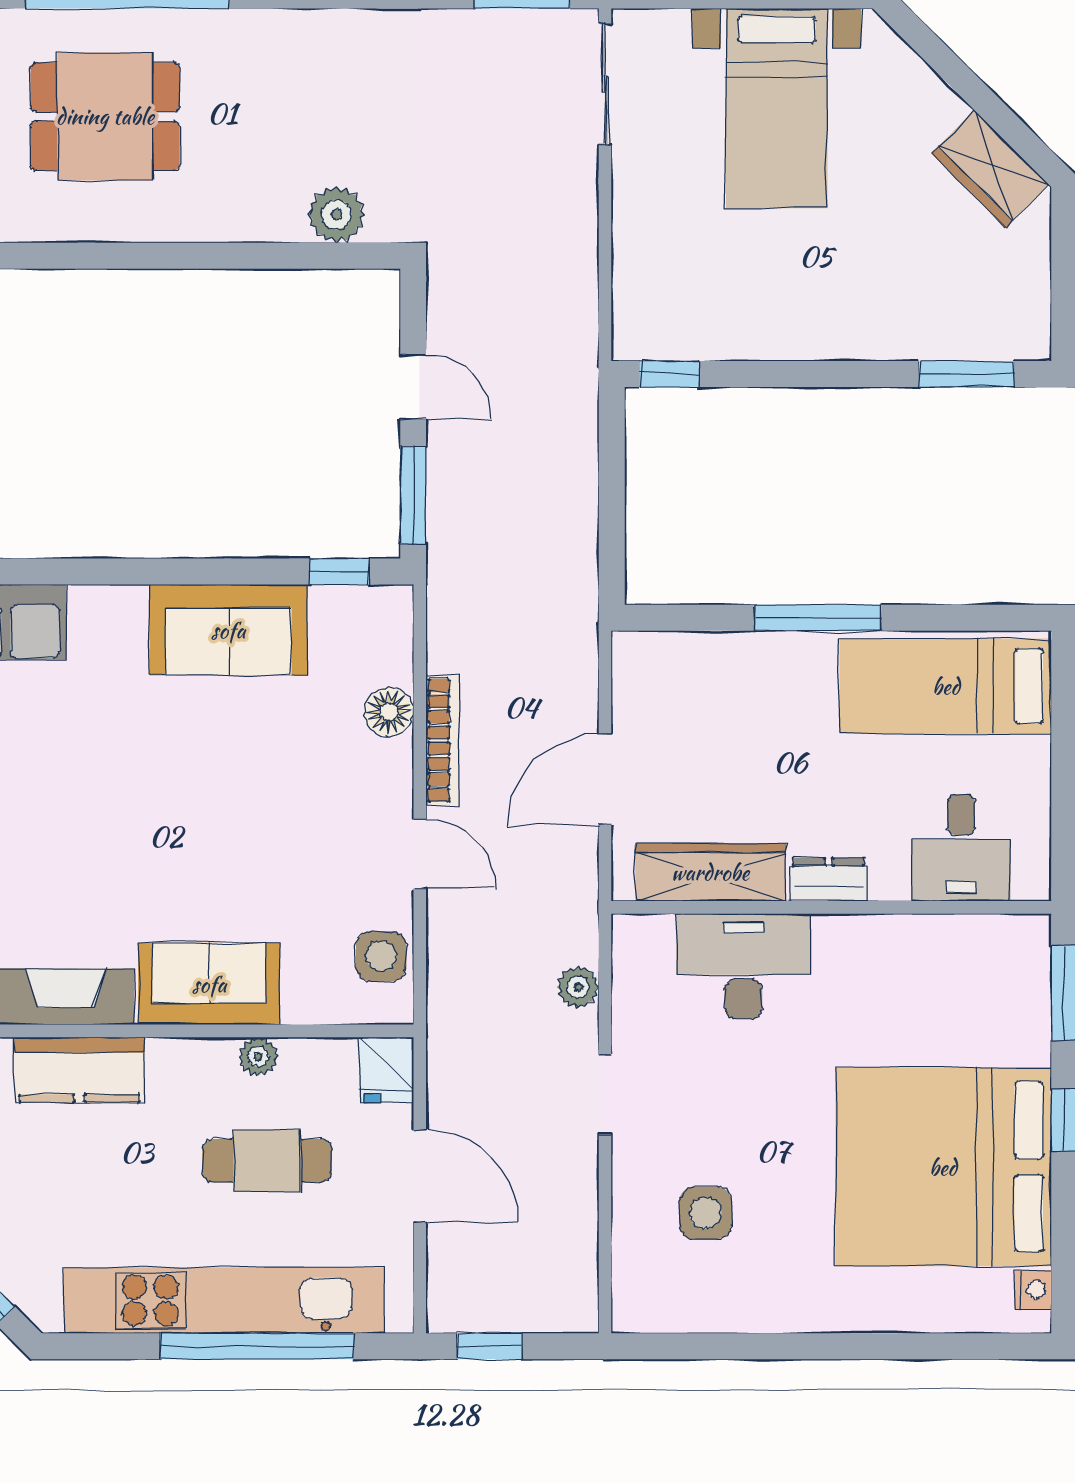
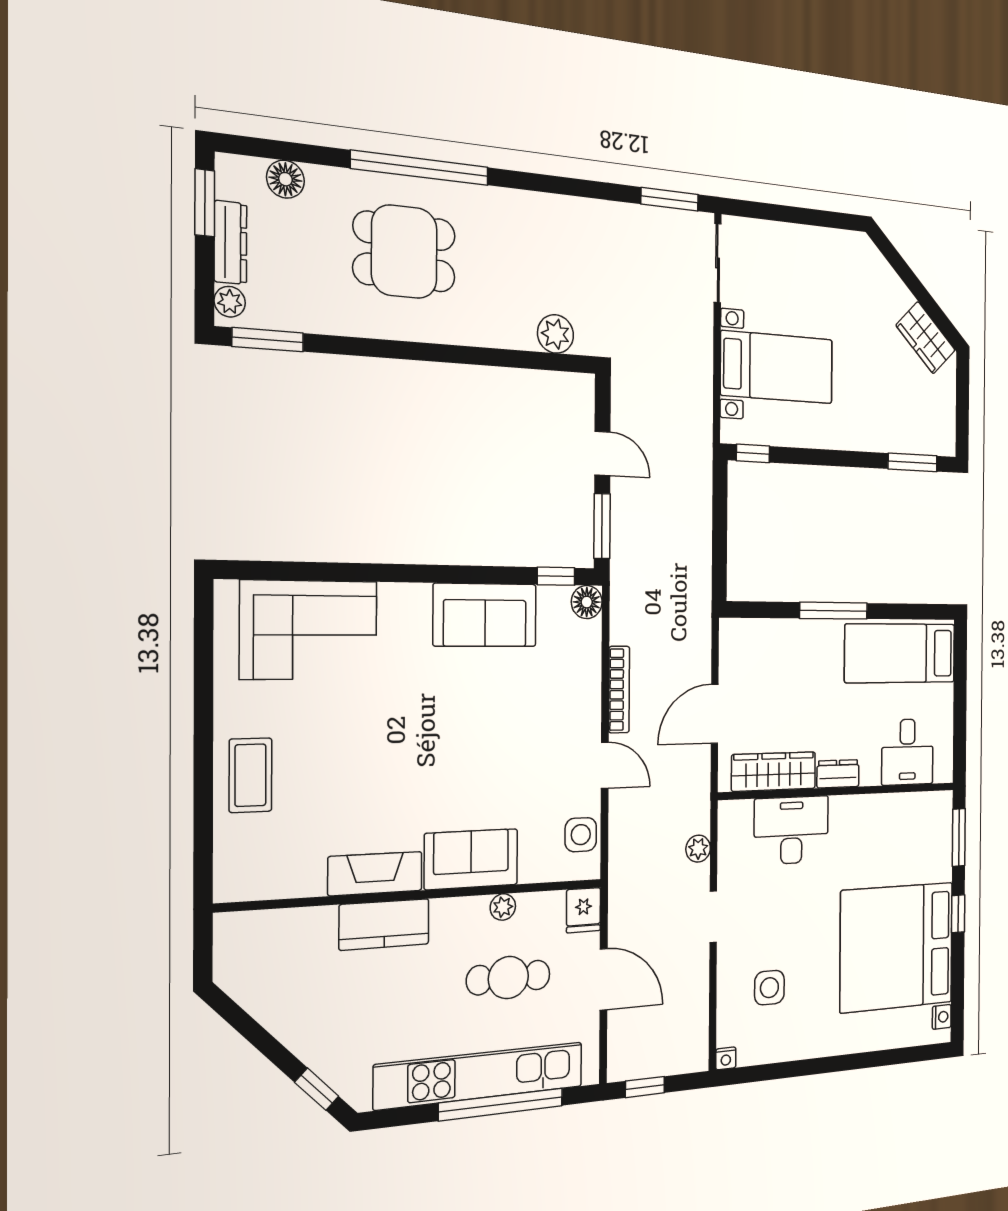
bed with nightstands: (777, 108) -> (777, 367), moved, turned -90
floor lamp: (389, 712) -> (587, 602), moved
nightstand: (629, 1317) -> (726, 1058), added

